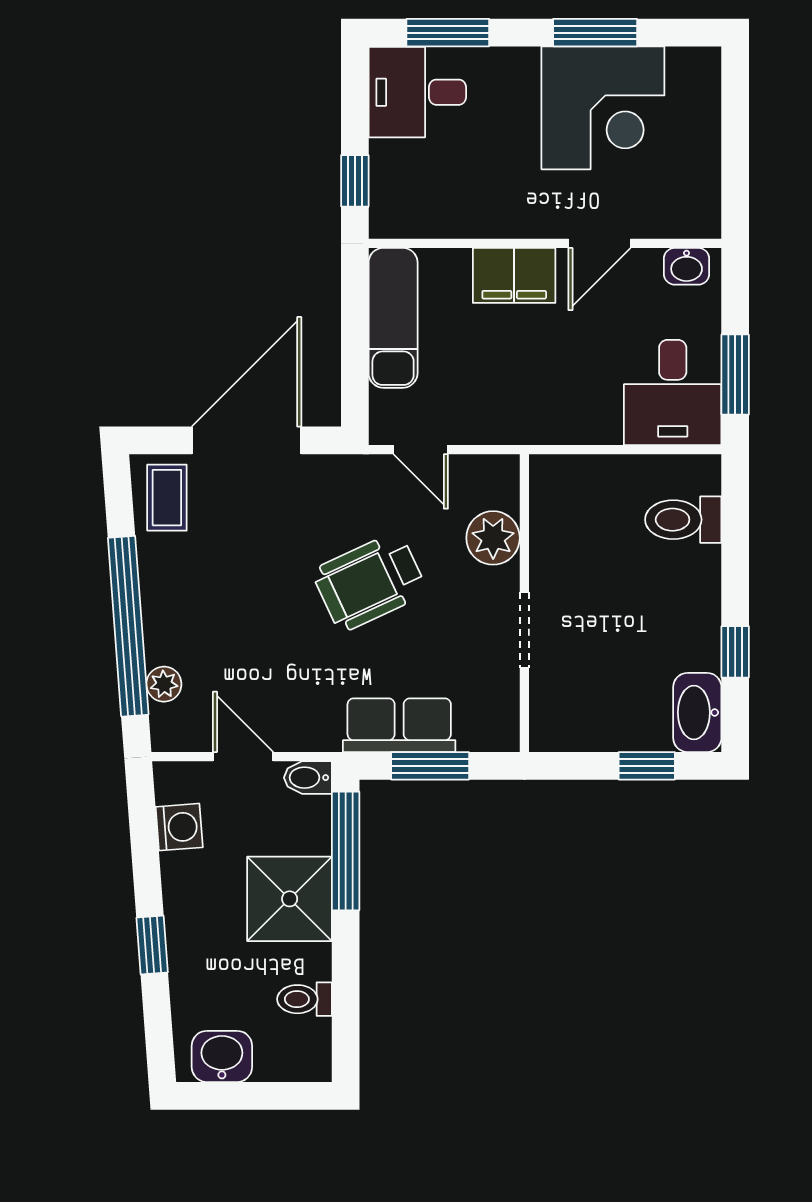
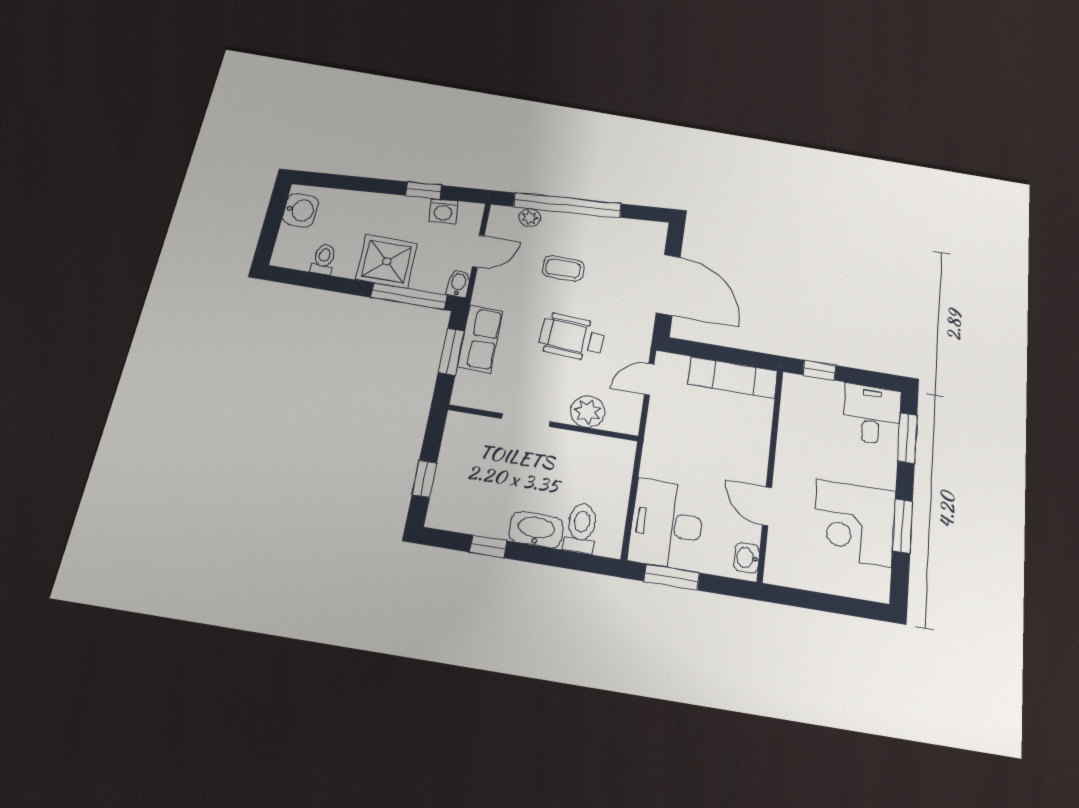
filing cabinet: (514, 275) -> (752, 452), removed
desk: (673, 392) -> (667, 524), width x1.37
coffee table: (167, 498) -> (563, 268), moved
wheelchair: (370, 582) -> (572, 337), turned -61
washbasin: (697, 712) -> (536, 530), moved
window: (152, 945) -> (423, 190), moved

